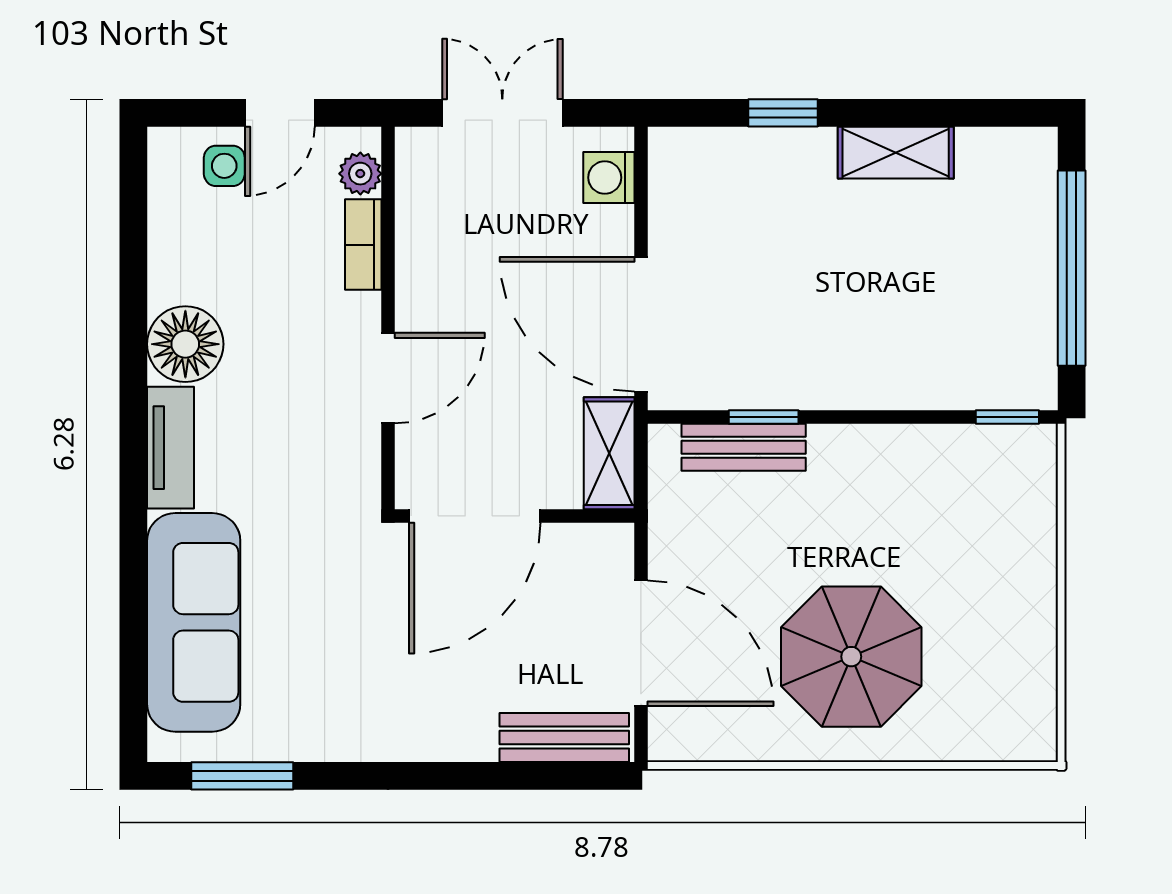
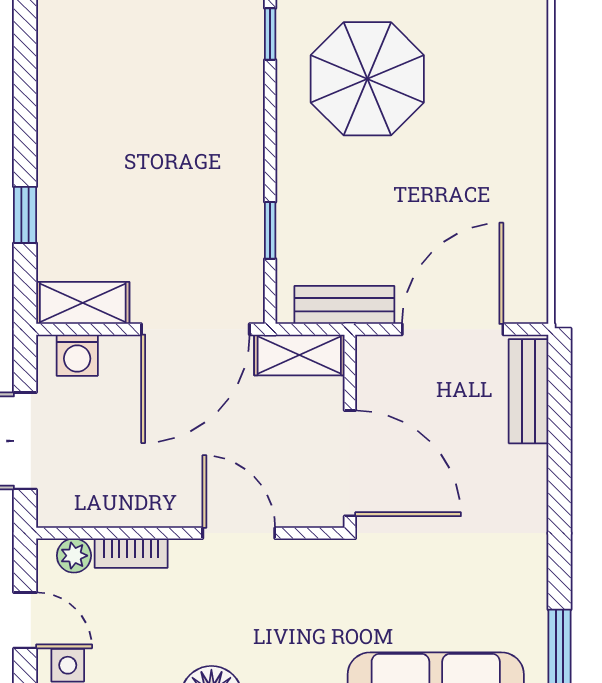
shelving: (896, 153) -> (83, 303), moved, turned 90
bench: (744, 447) -> (344, 305), moved, turned 90
parasol: (851, 657) -> (367, 79), moved

